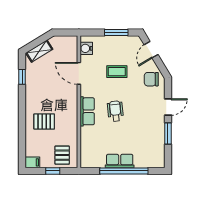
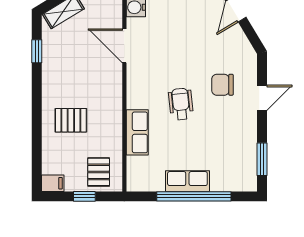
coffee table: (117, 72) -> (183, 43), removed
chair: (151, 79) -> (222, 85), moved
row of seats: (87, 111) -> (137, 132), moved
window: (168, 134) -> (262, 159), moved

